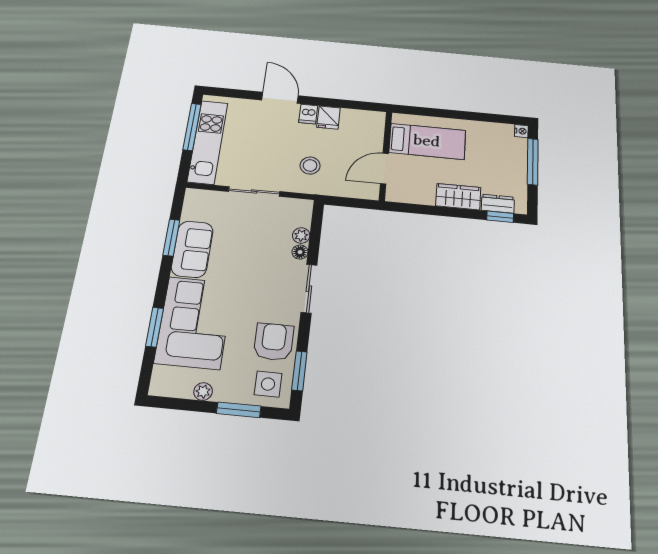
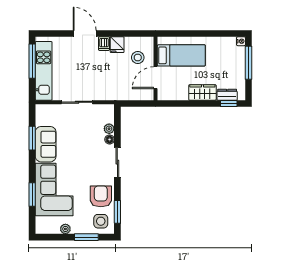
stool: (310, 166) -> (138, 57), moved

